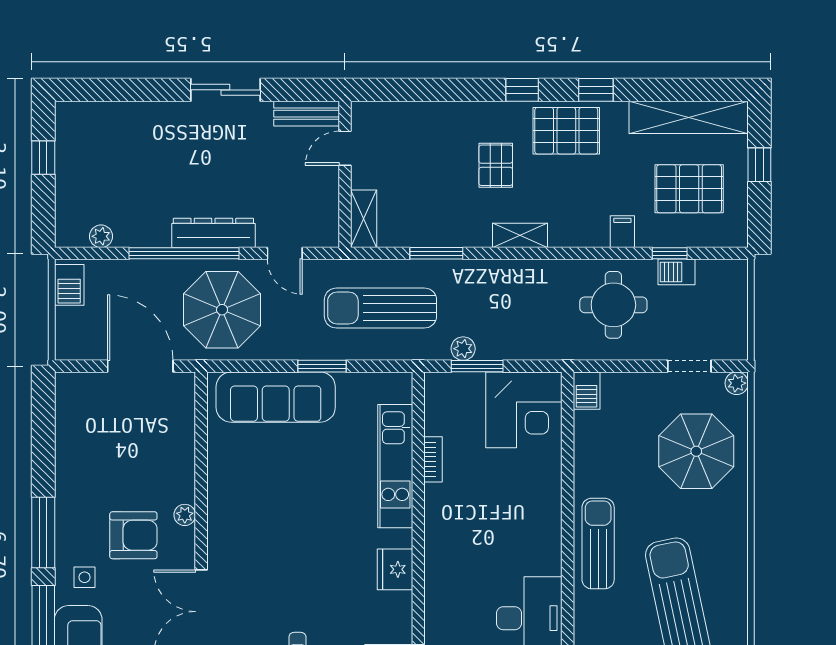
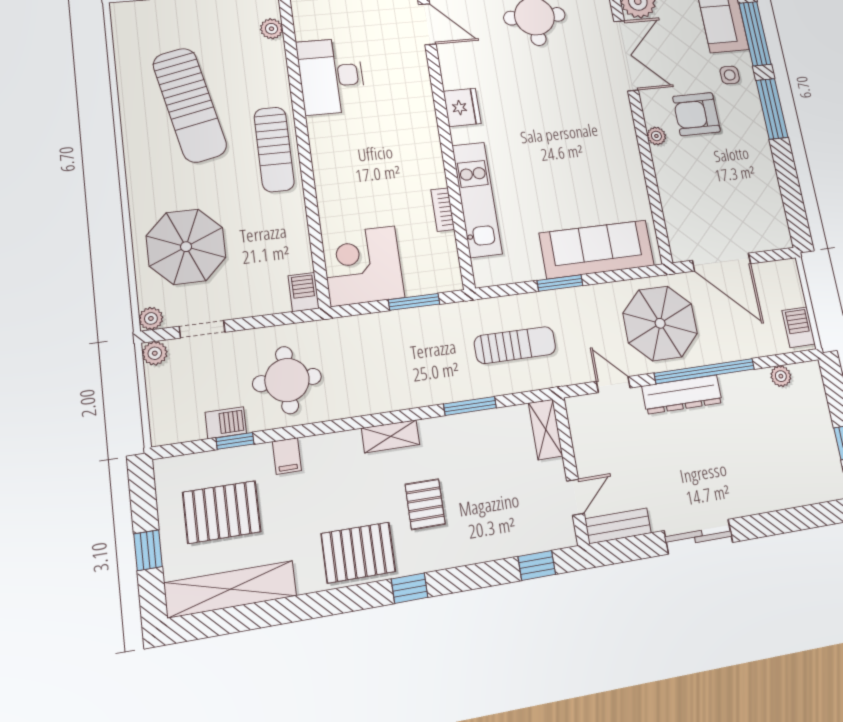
window: (596, 90) -> (537, 565), moved
sun lounger: (380, 308) -> (515, 345), width x0.73, depth x0.75
plant: (463, 349) -> (155, 353), moved

